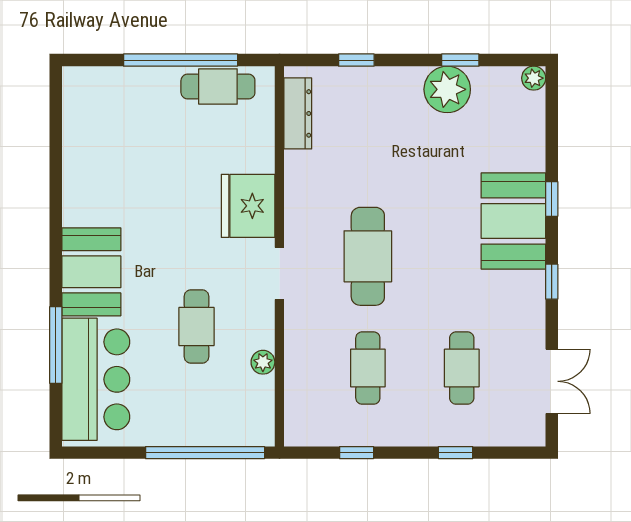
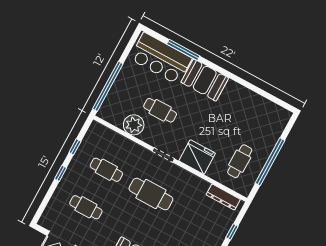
cafe table: (218, 87) -> (240, 161), moved
plant: (263, 362) -> (134, 125), width x1.87, depth x1.87
window: (456, 453) -> (61, 173), moved

